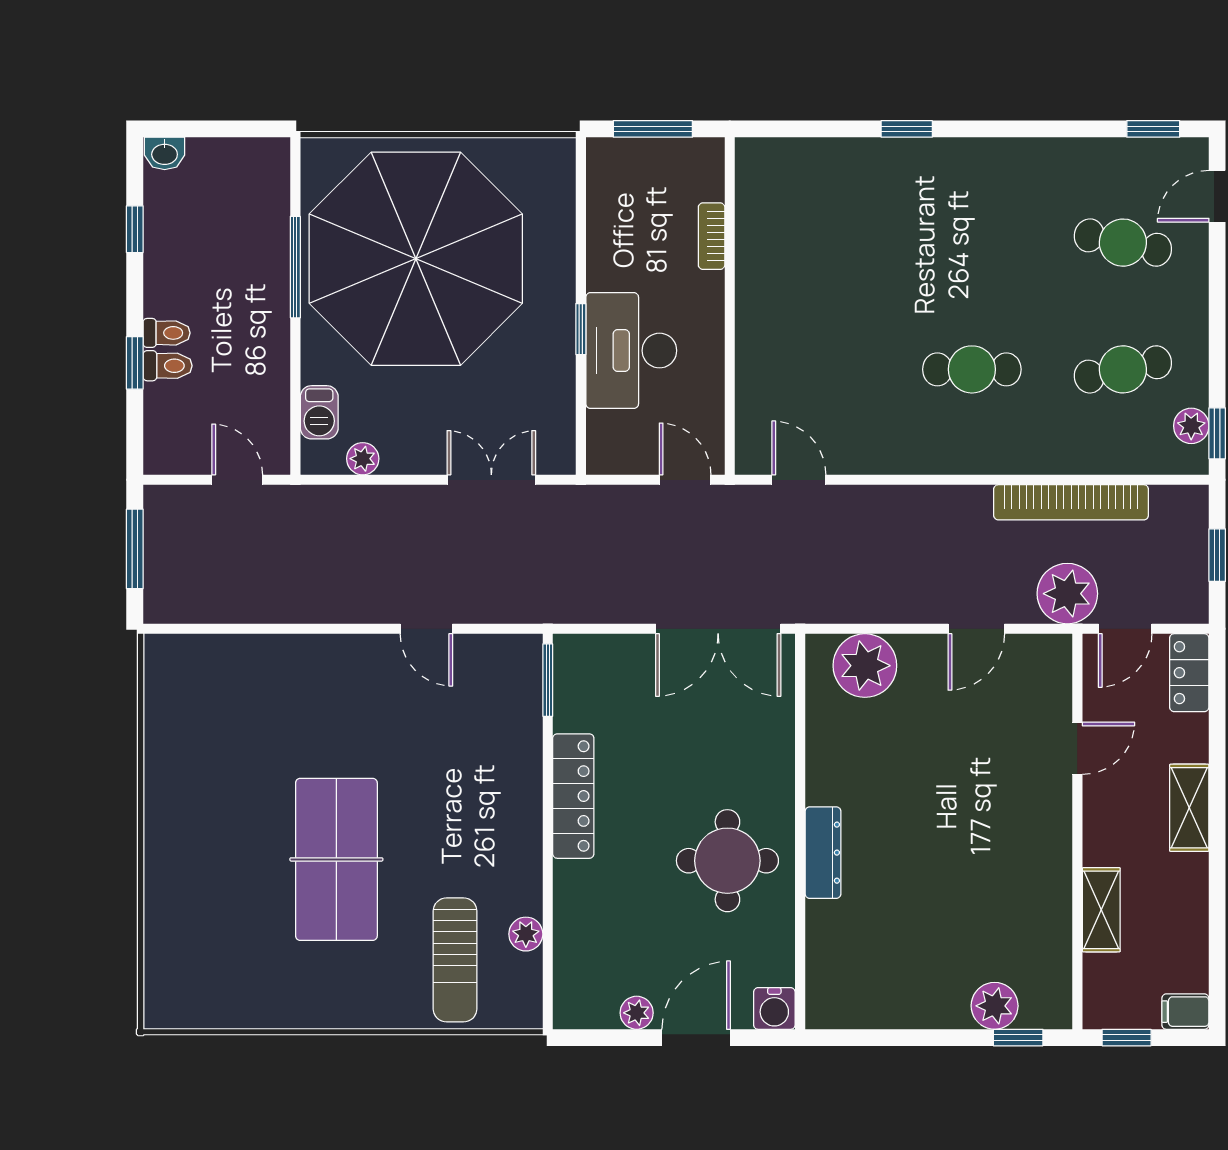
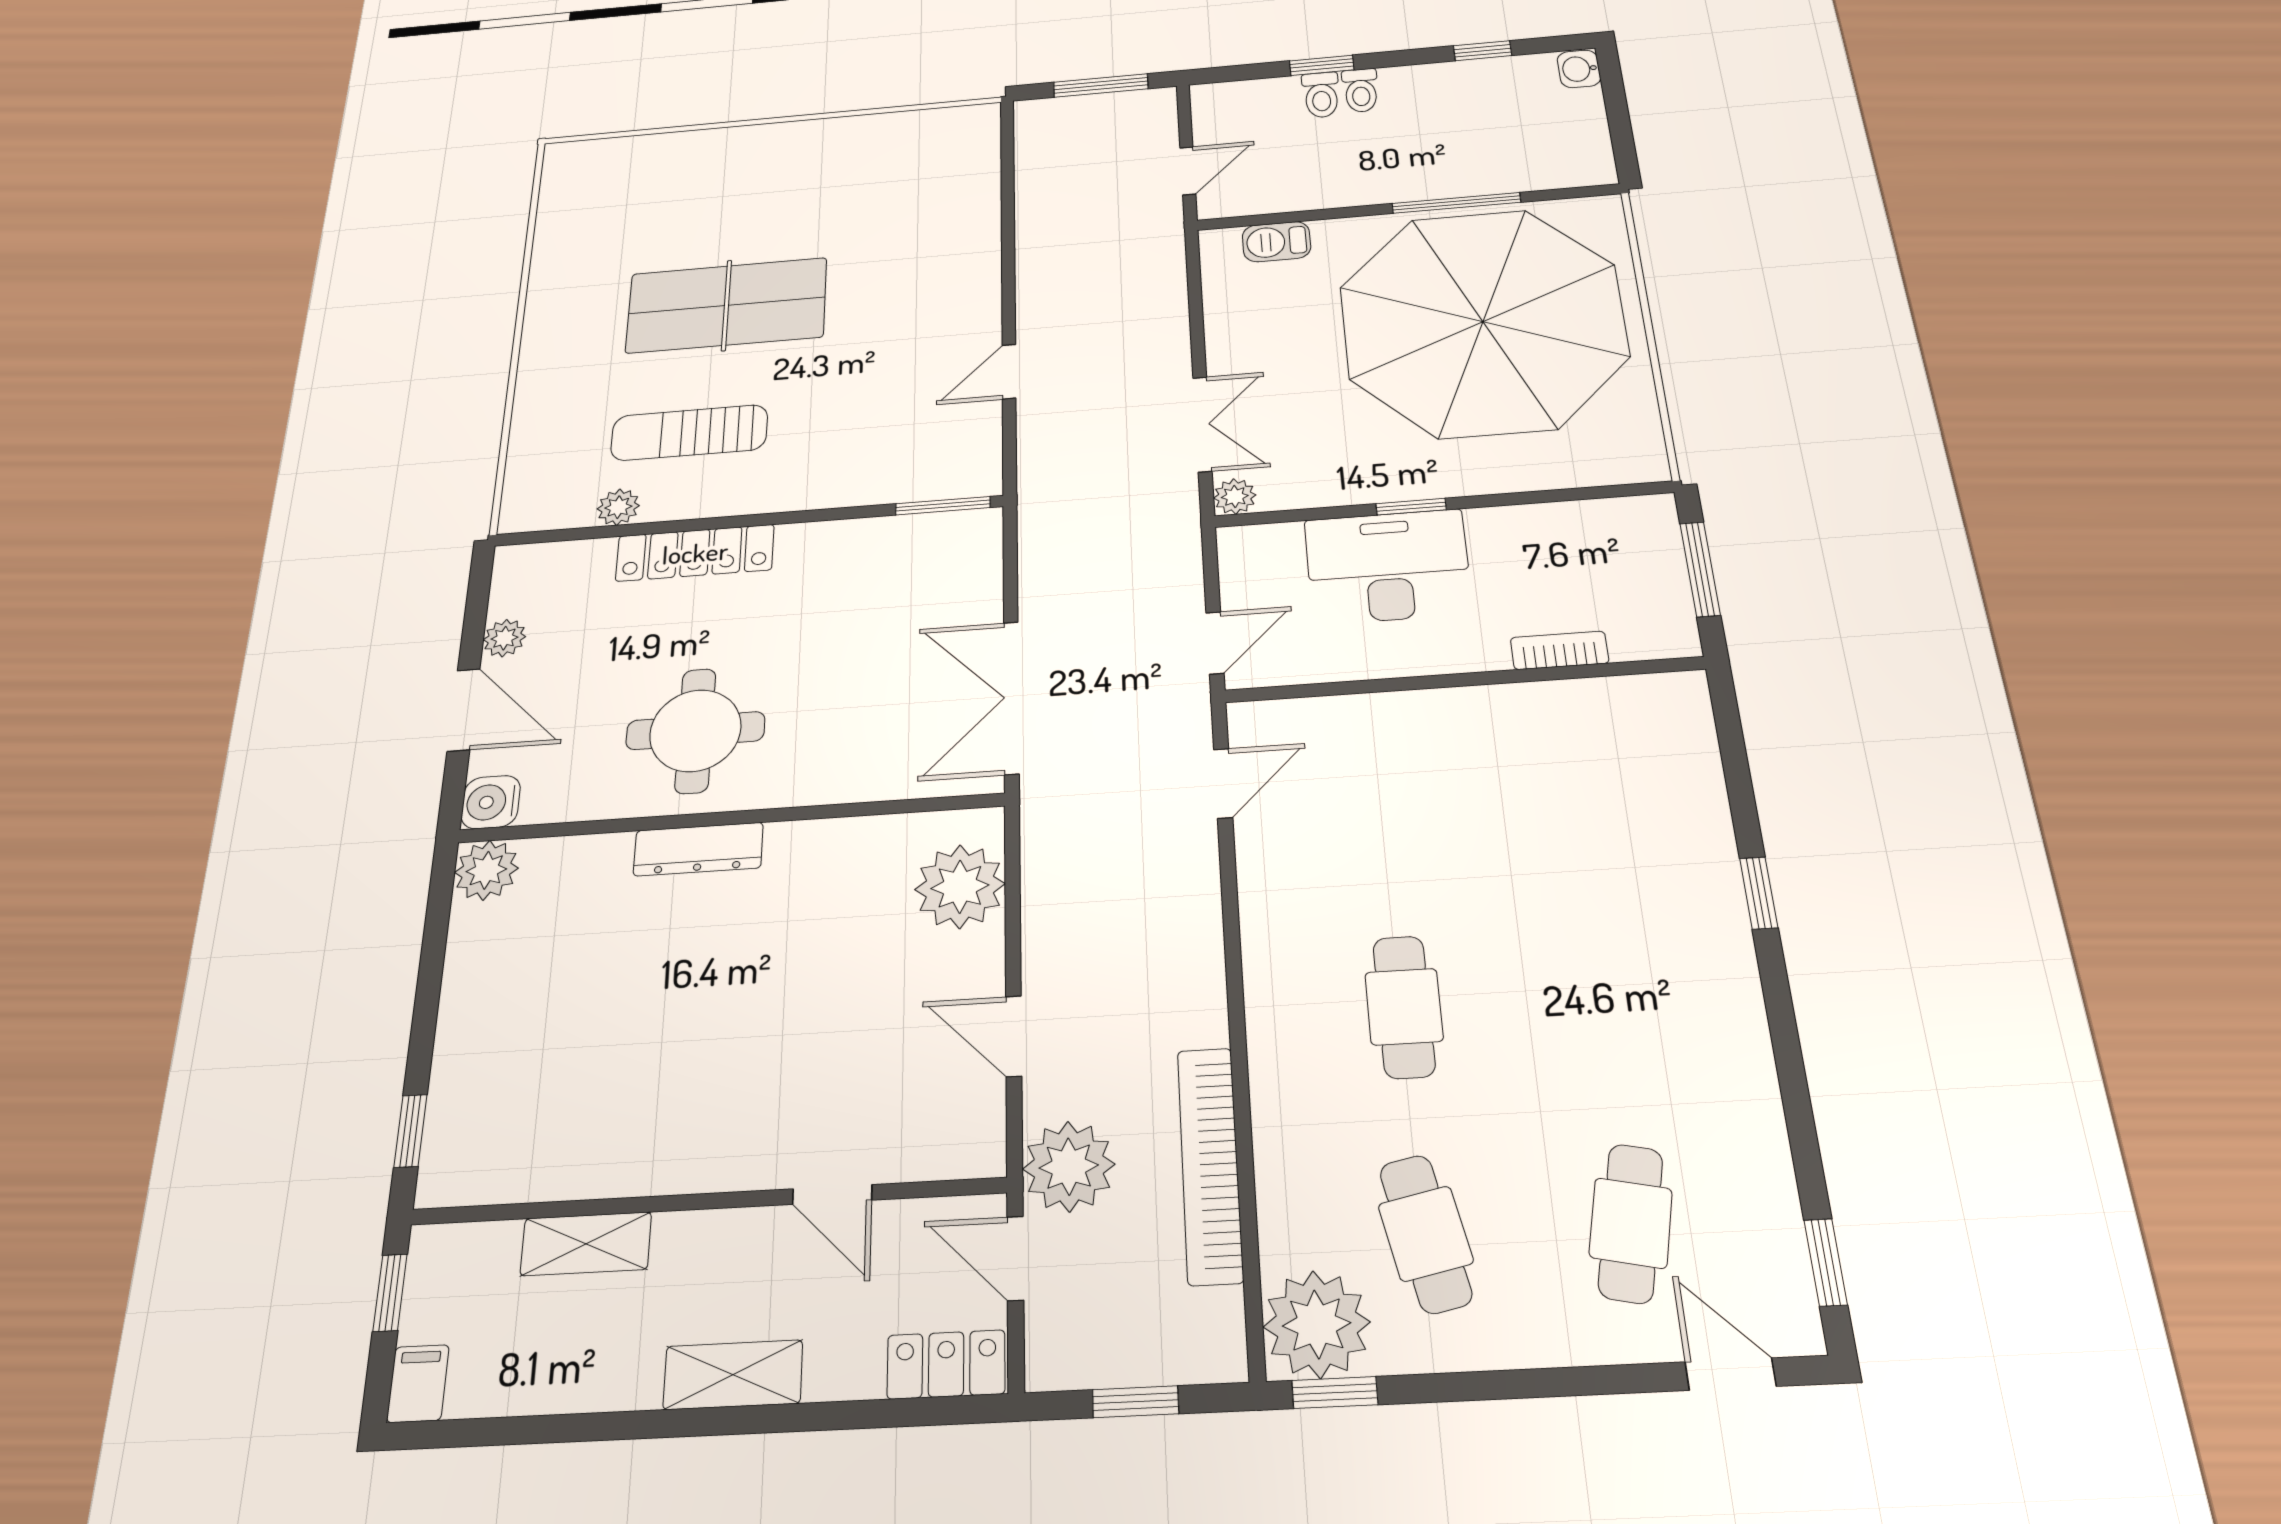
plant: (1191, 426) -> (1317, 1324), width x1.88, depth x1.88
plant: (363, 459) -> (1235, 497), moved
locker: (573, 796) -> (695, 553), moved
sun lounger: (455, 960) -> (689, 433), moved
plant: (995, 1006) -> (486, 870), moved

